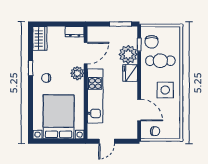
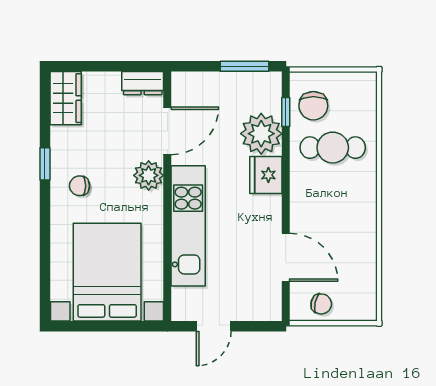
side table: (165, 90) -> (344, 212), removed

